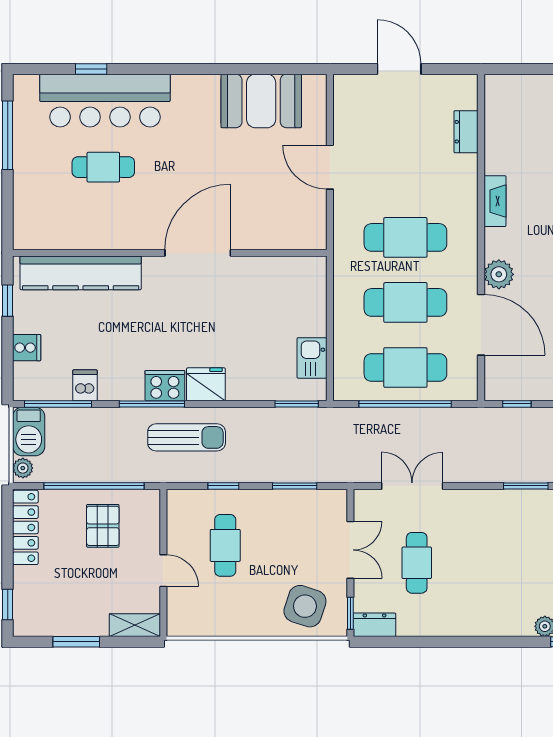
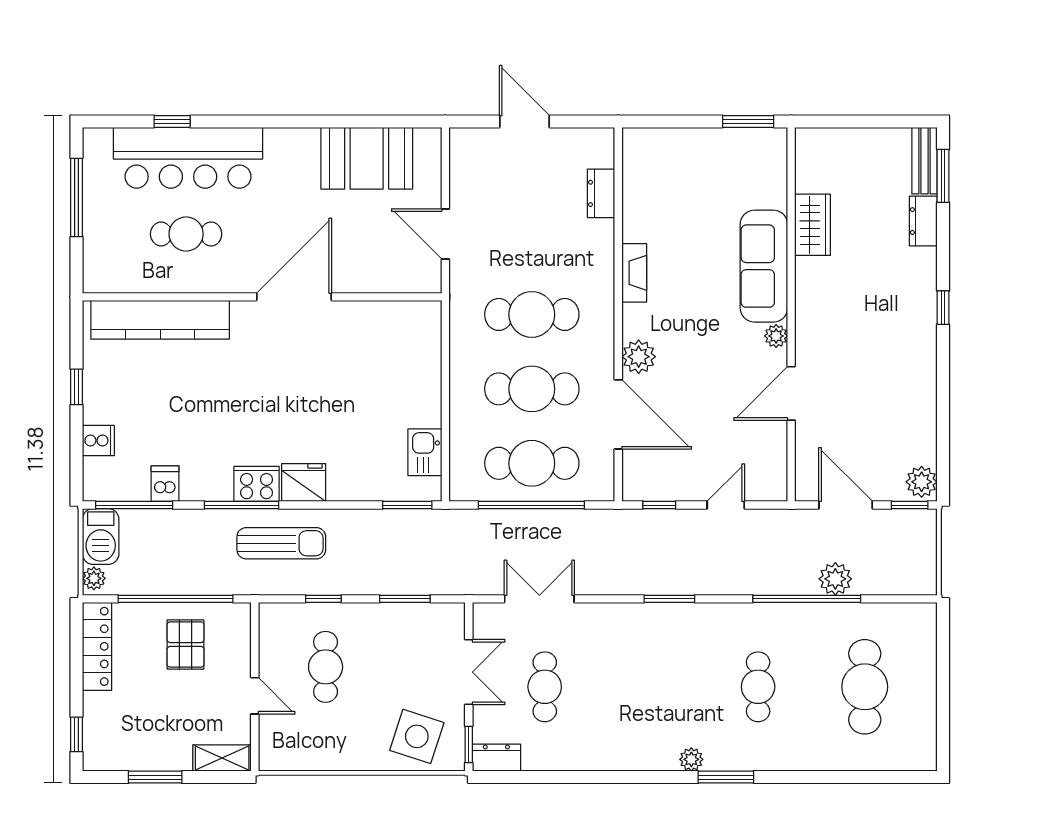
wall: (170, 253) -> (262, 297), moved
door: (198, 253) -> (294, 297), moved
kitchen counter: (81, 273) -> (160, 320), moved

